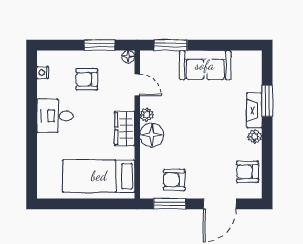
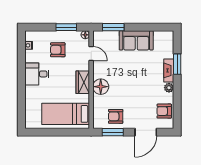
plant: (147, 115) -> (97, 73), removed

